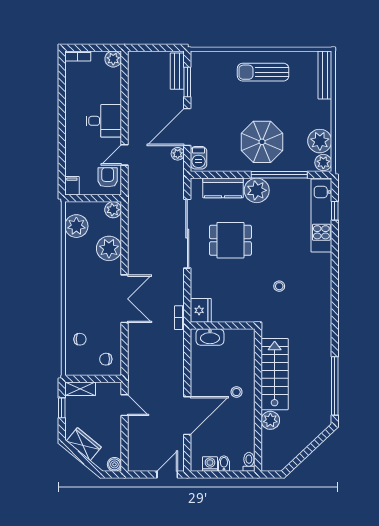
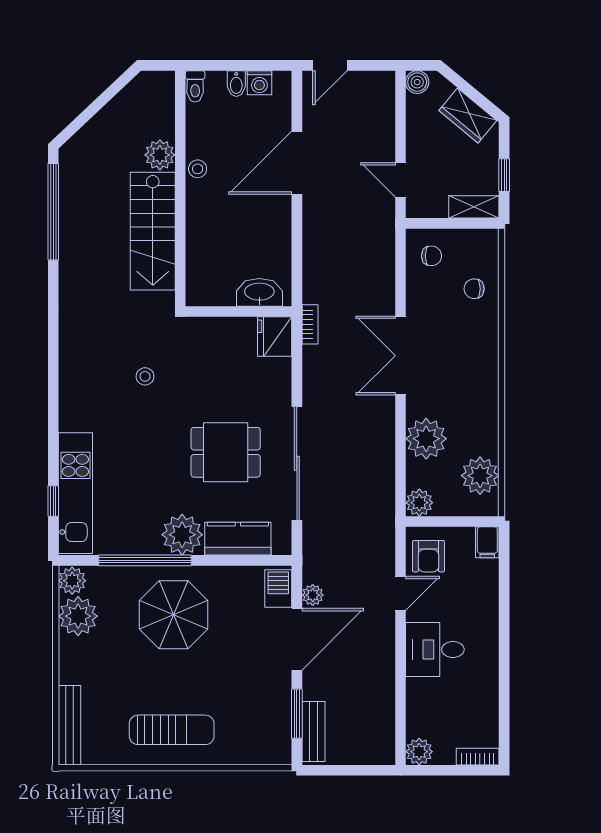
stool: (236, 392) -> (198, 169), moved

